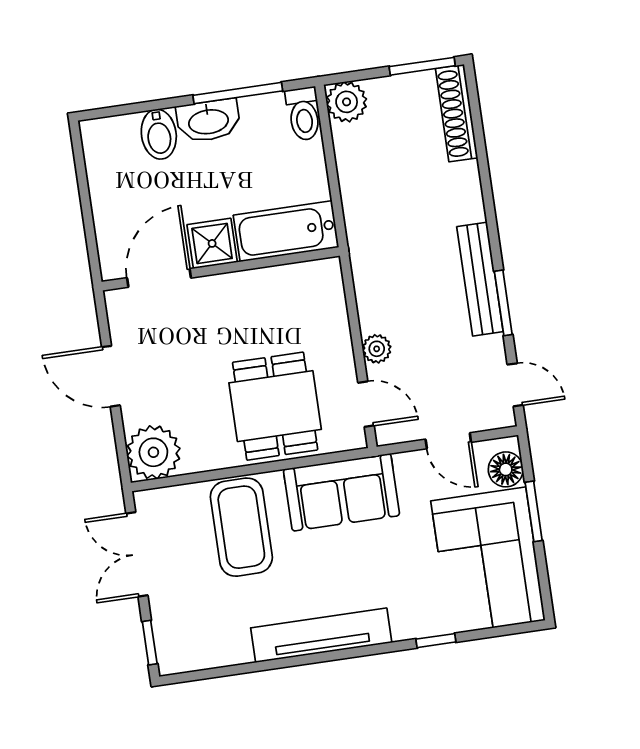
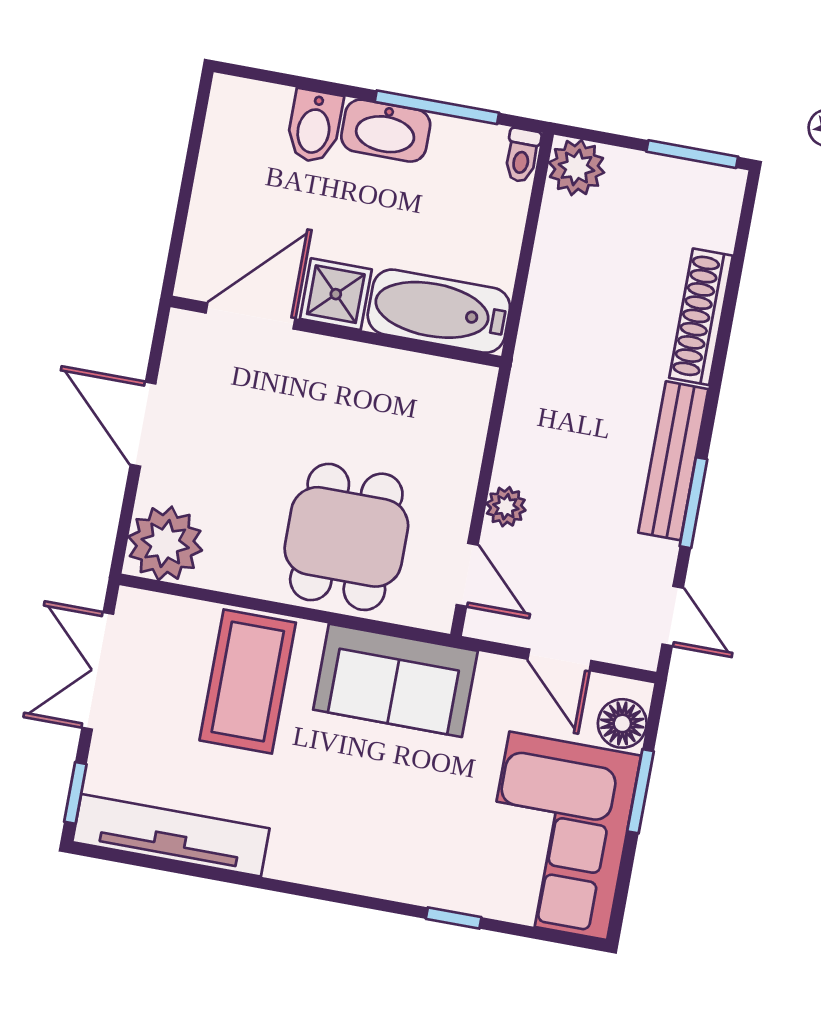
shoe rack: (457, 113) -> (701, 317), moved
toilet: (304, 114) -> (522, 155), width x0.73, depth x0.72
tv unit: (321, 635) -> (171, 835), moved

